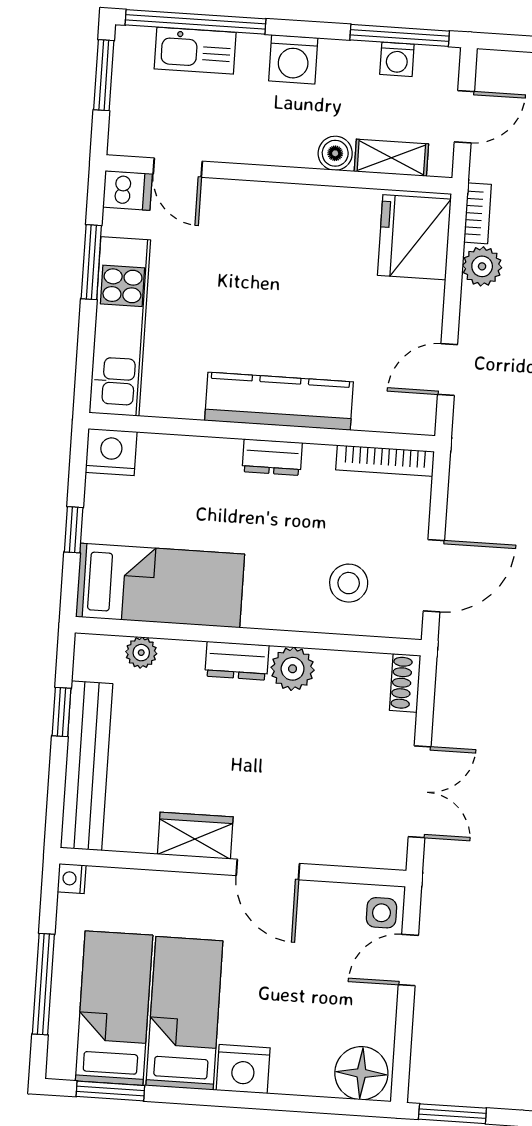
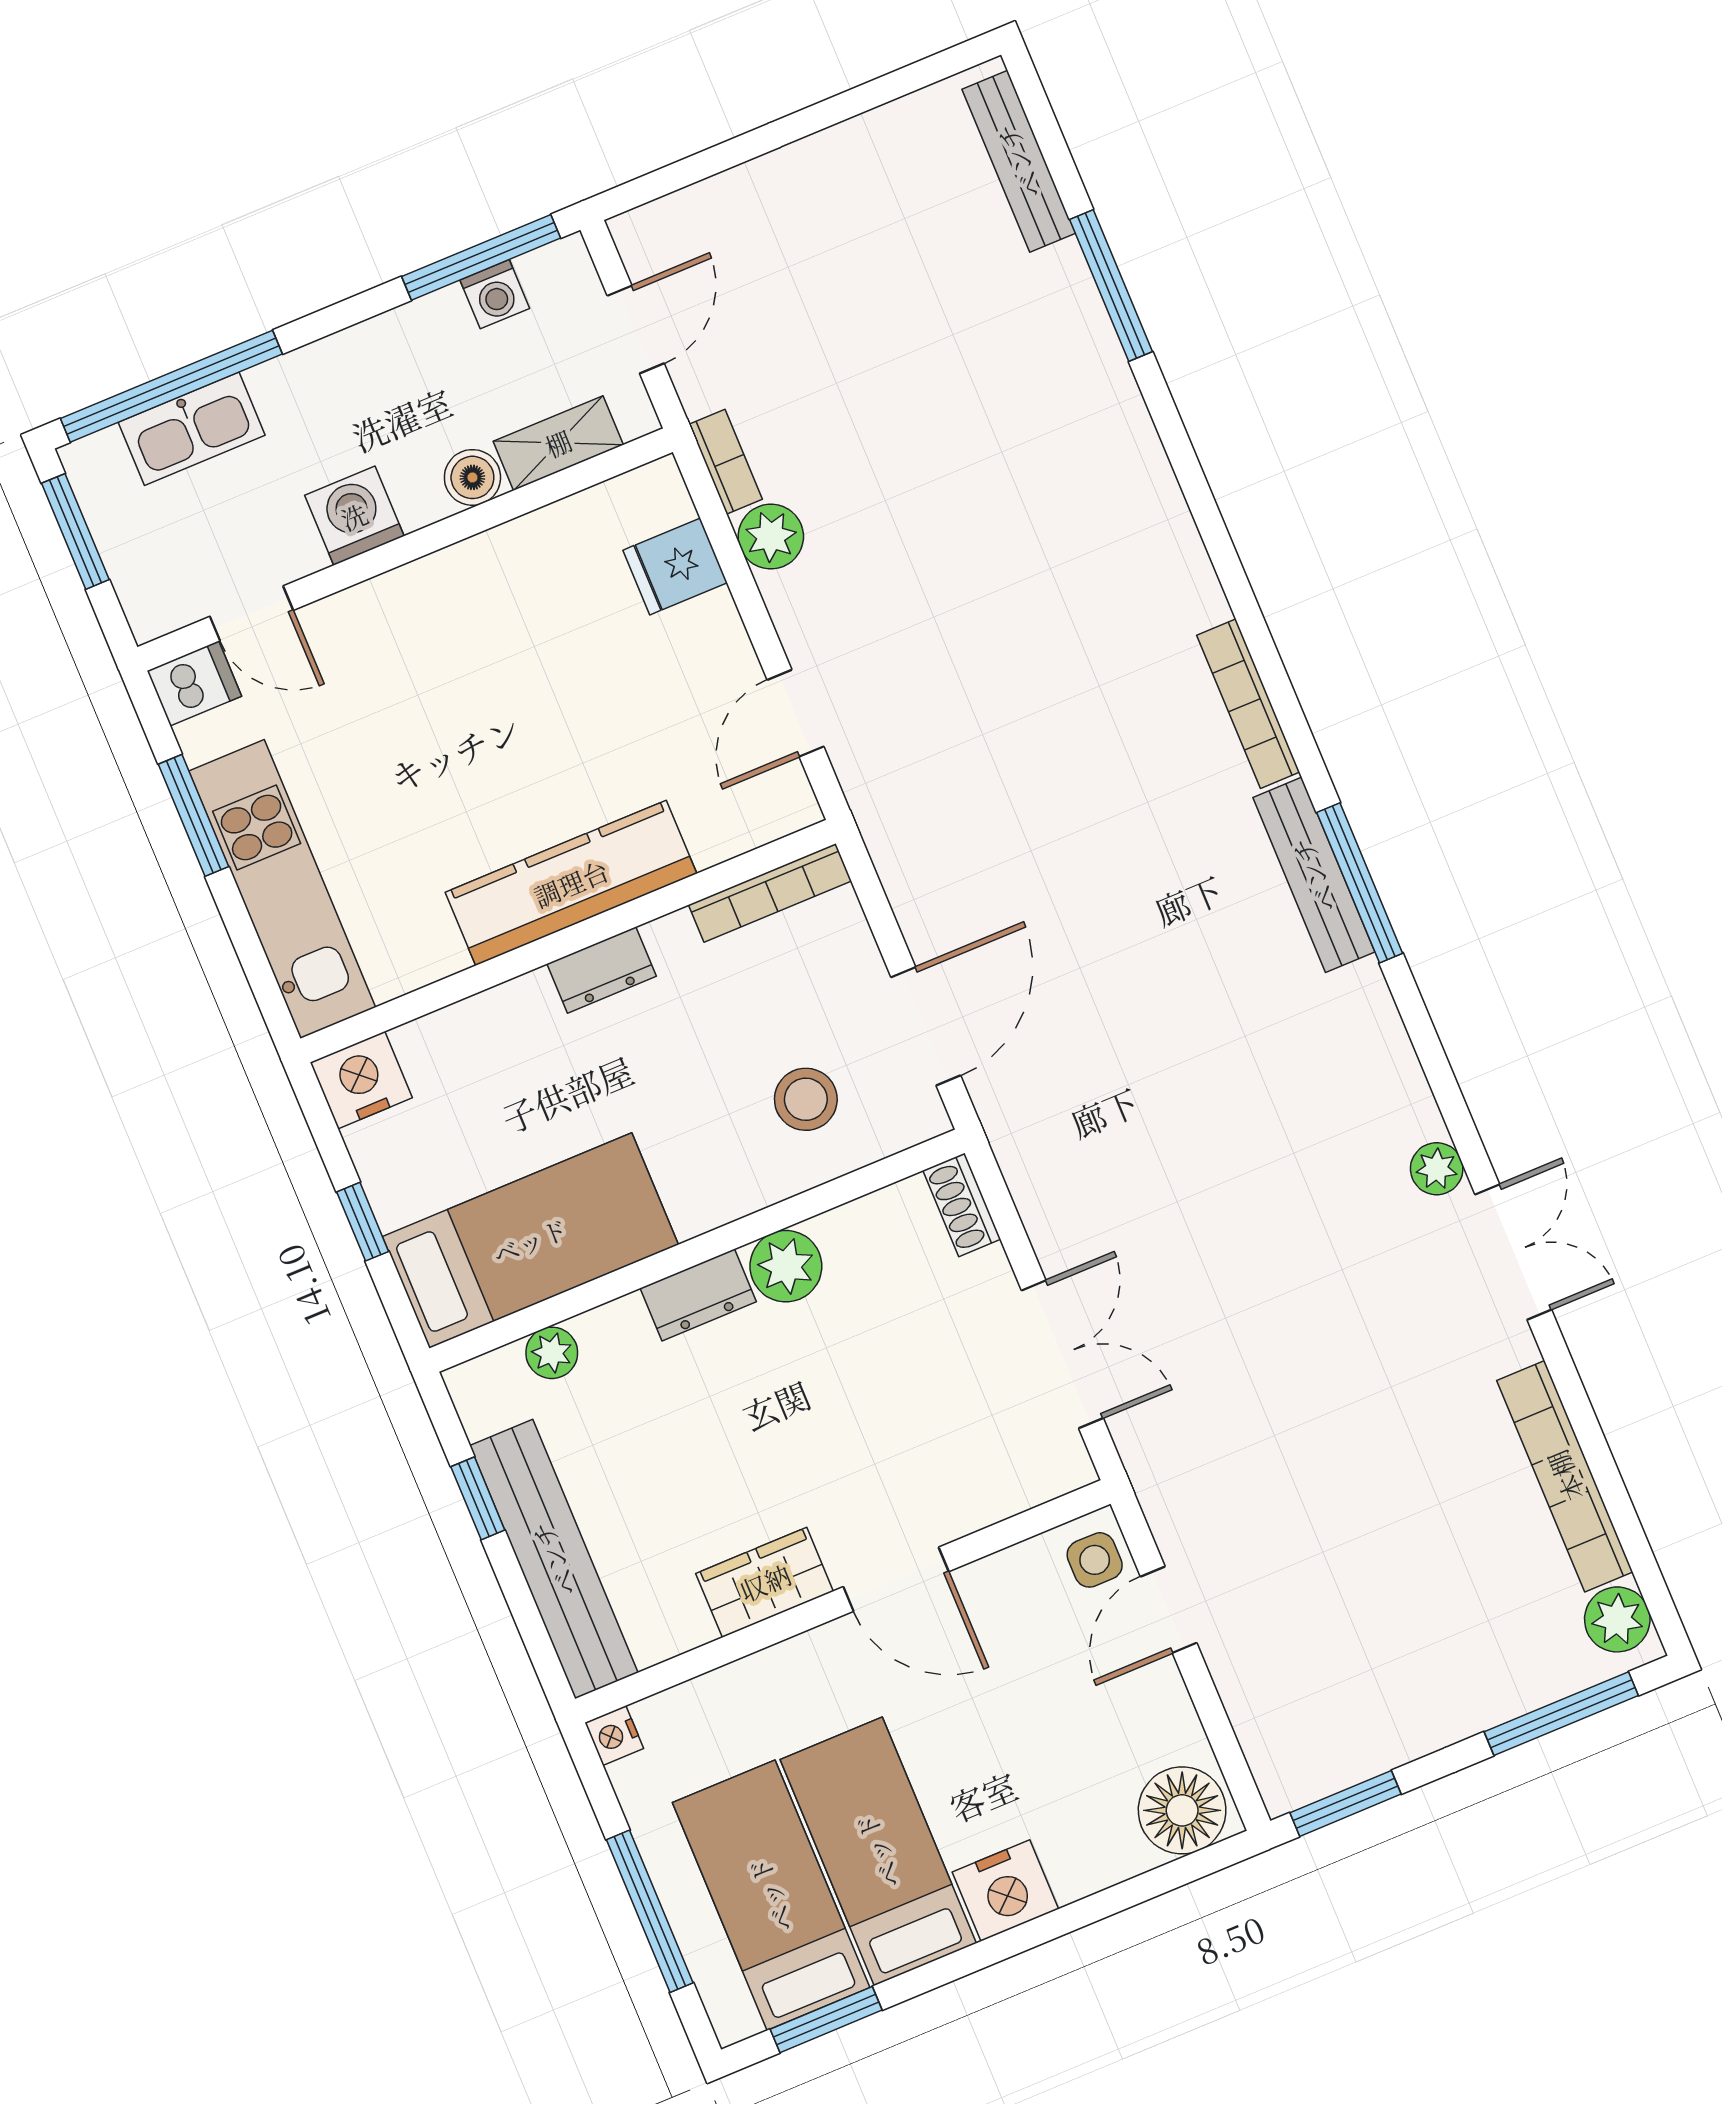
washing machine: (293, 59) -> (354, 516), moved, turned 180
fridge: (414, 237) -> (675, 566), width x0.53, depth x0.75

